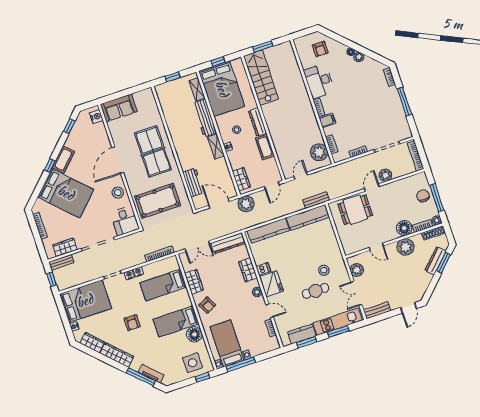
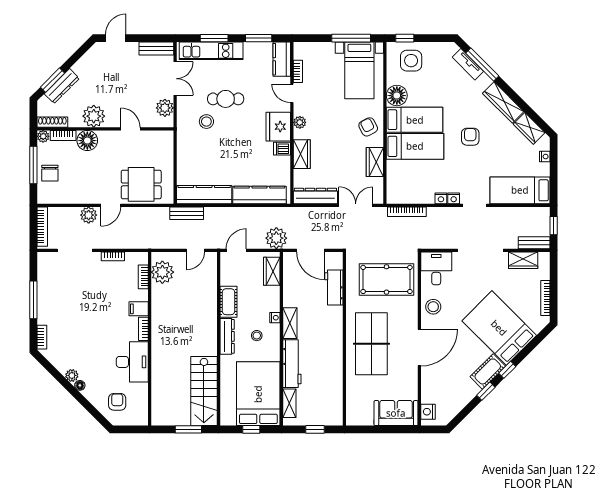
window: (69, 126) -> (486, 391), moved
bed: (163, 285) -> (415, 146), moved
bed: (85, 301) -> (520, 190), width x0.67
kitchen counter: (302, 334) -> (282, 59), moved, turned 90

